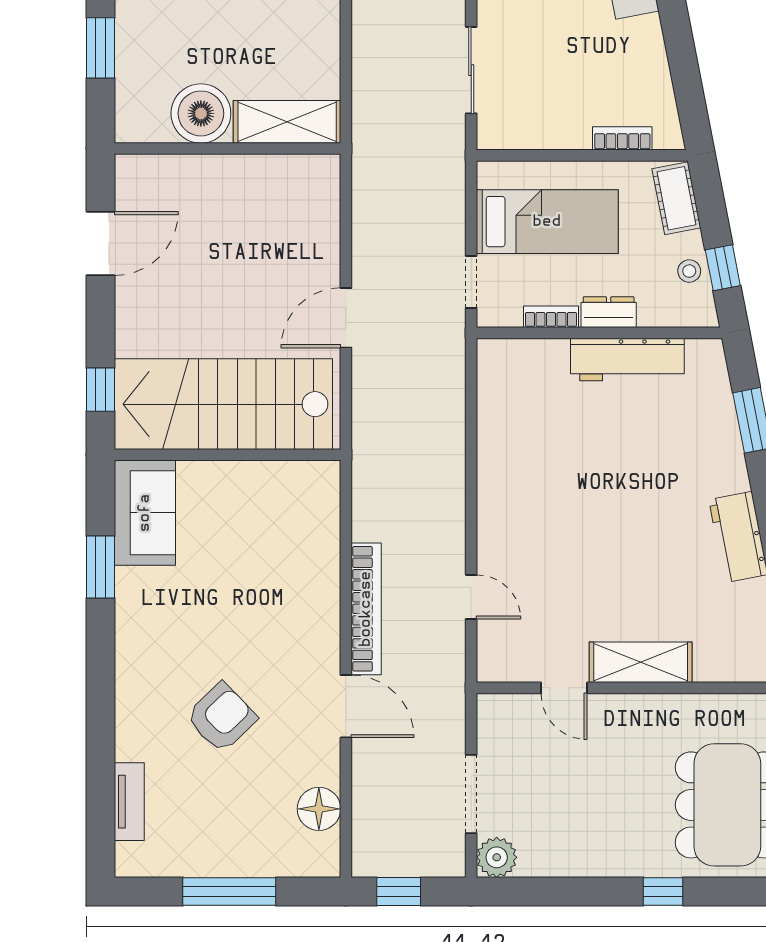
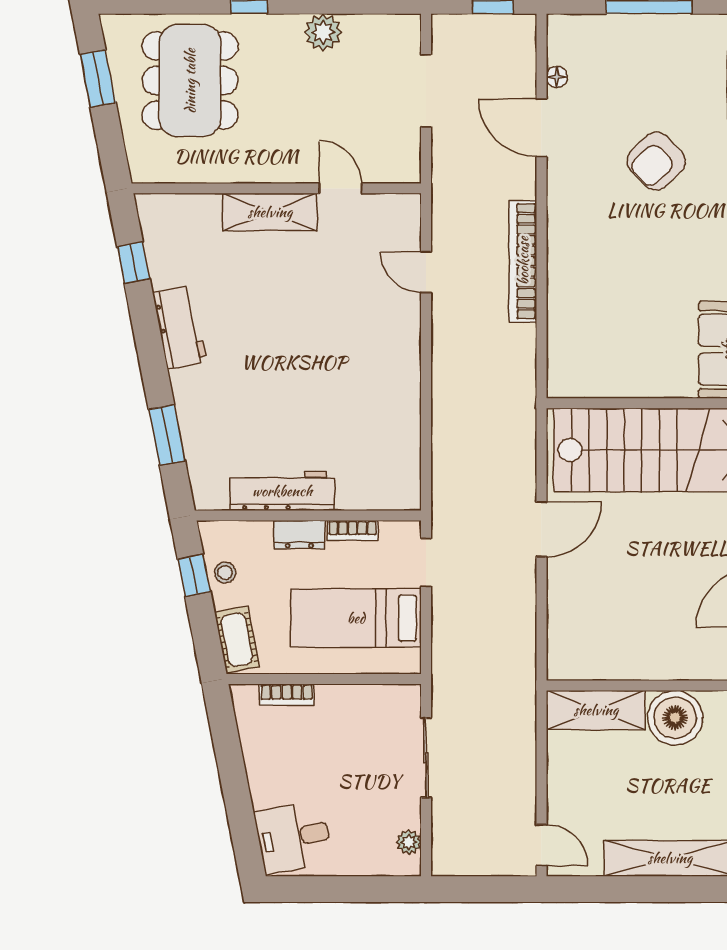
door: (346, 706) -> (541, 128), moved
floor lamp: (319, 809) -> (557, 77), width x0.53, depth x0.53
plant: (497, 857) -> (323, 32), moved

